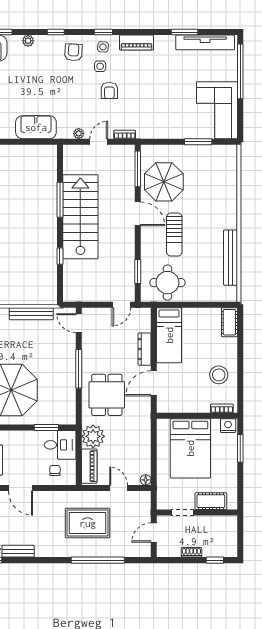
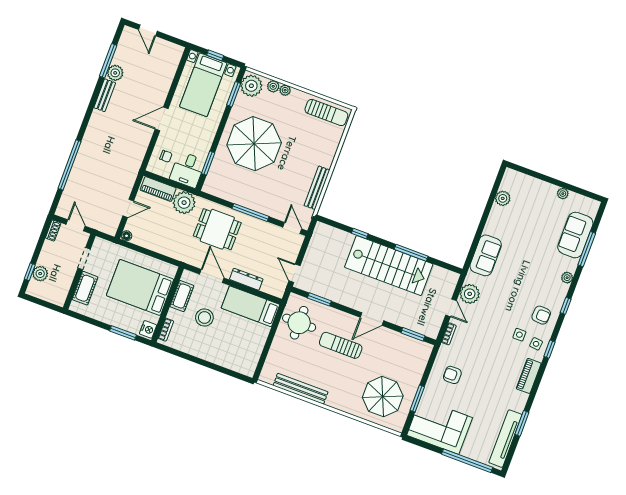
armchair: (109, 90) -> (452, 375), moved
plant: (79, 133) -> (470, 294), width x1.87, depth x1.87
window: (138, 169) -> (413, 334), width x0.69
parasol: (164, 182) -> (383, 397), moved
cot: (229, 322) -> (182, 296), moved, turned 90
door: (79, 323) -> (292, 228), hinge flipped
stool: (219, 375) -> (204, 317), moved
rug: (88, 523) -> (107, 168), removed
plant: (213, 549) -> (40, 274), added
shoe rack: (191, 552) -> (53, 231), moved

